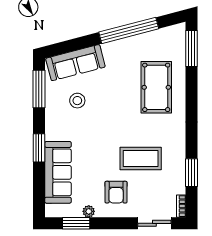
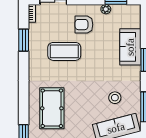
sofa: (58, 172) -> (130, 47), width x0.73
armchair: (116, 192) -> (84, 25), turned -90

